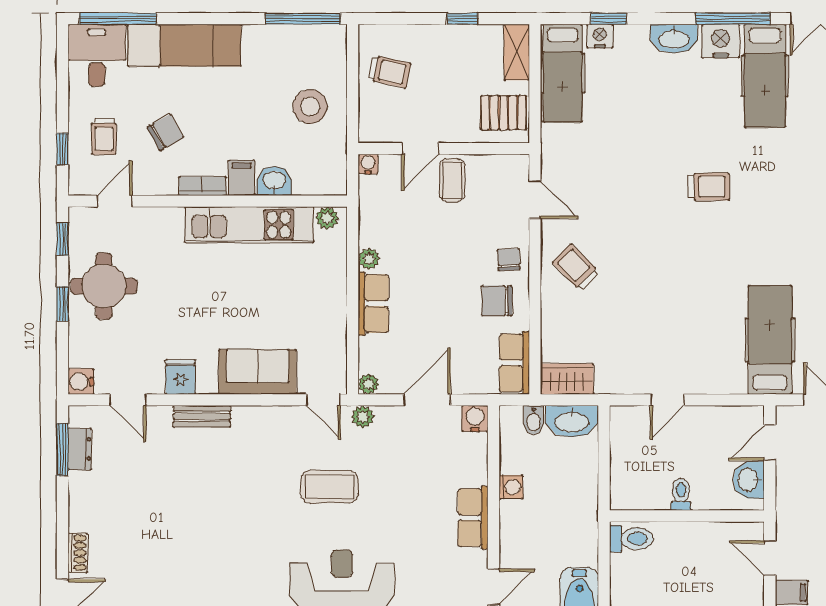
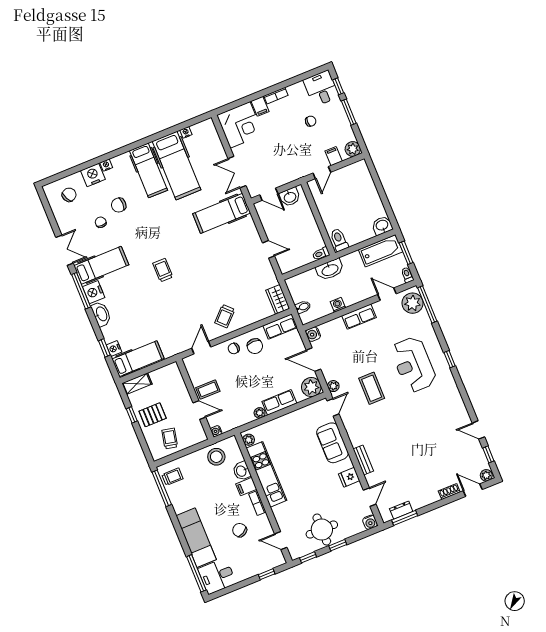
stool: (310, 107) -> (216, 457), moved
pallet: (504, 113) -> (153, 415), moved, turned 90
trolley: (104, 136) -> (172, 477), moved
plant: (368, 384) -> (311, 387), width x1.88, depth x1.88
washbasin: (572, 421) -> (330, 270), moved, turned 90
toilet: (681, 494) -> (321, 254), moved

